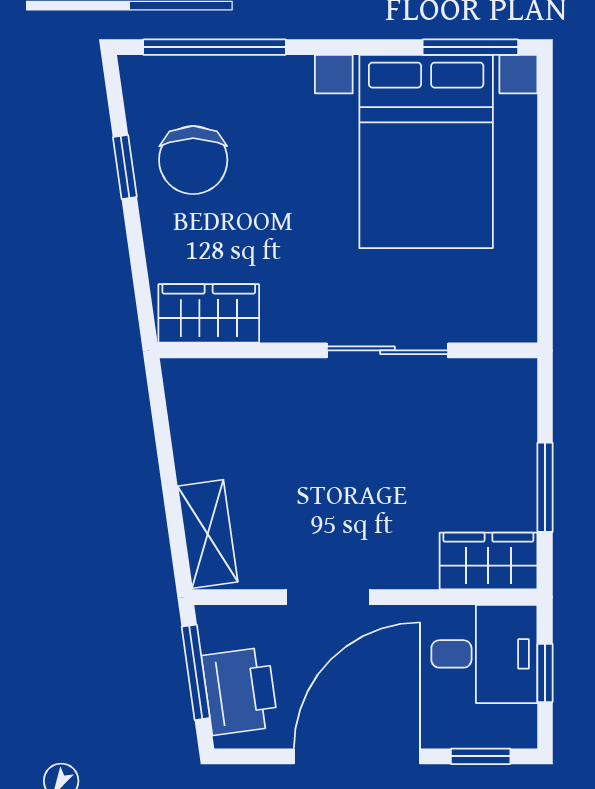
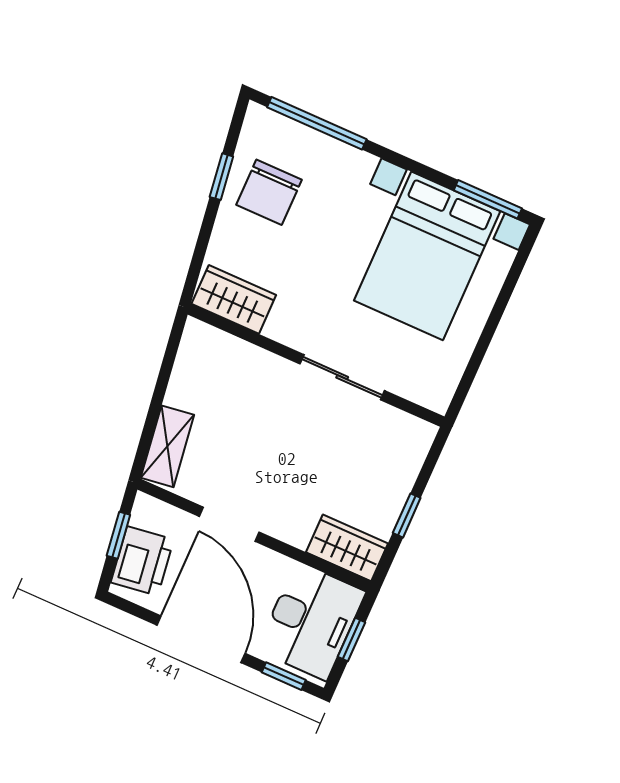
window: (545, 487) -> (407, 515), width x0.67
desk: (484, 654) -> (311, 621), width x1.37
window: (196, 672) -> (118, 535), width x0.67
door: (357, 756) -> (201, 639), hinge flipped

